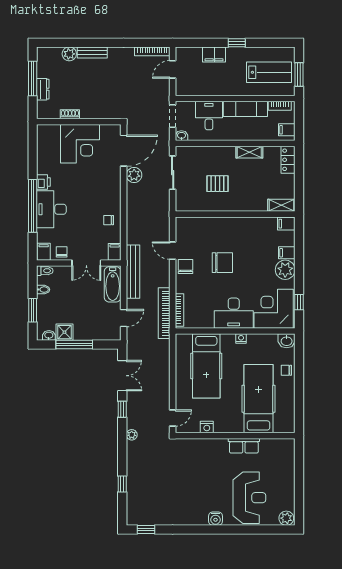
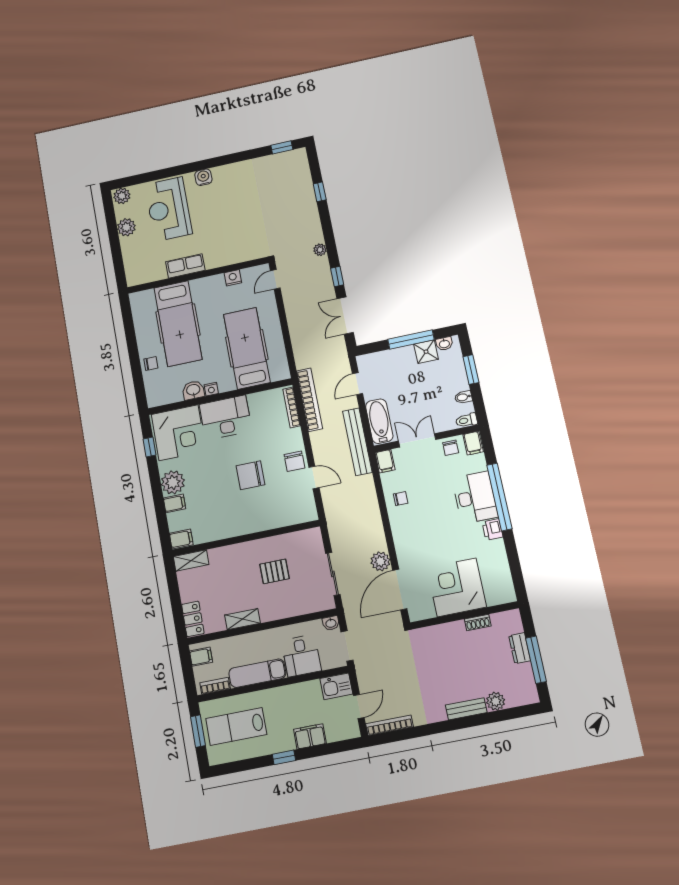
kitchen sink: (187, 88) -> (336, 686), added
washbasin: (287, 341) -> (193, 390), moved
plant: (287, 490) -> (126, 227), added

